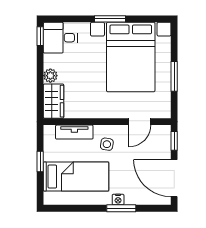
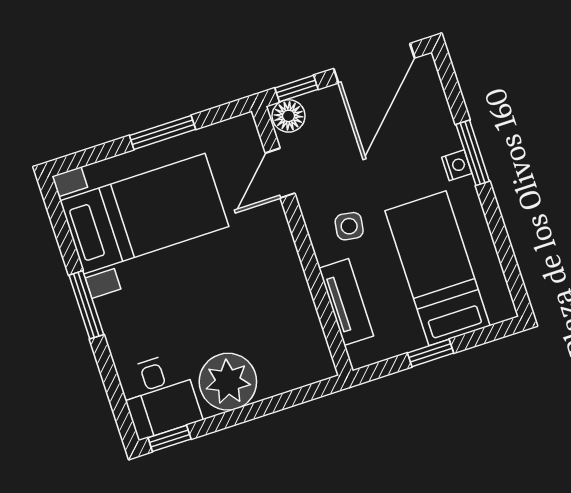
bed with nightstands: (131, 57) -> (144, 214), width x0.73
plant: (50, 76) -> (228, 382), width x1.87, depth x1.87
wardrobe: (54, 101) -> (296, 366), removed
door: (140, 122) -> (280, 173), swing flipped
floor lamp: (163, 134) -> (289, 116), added

